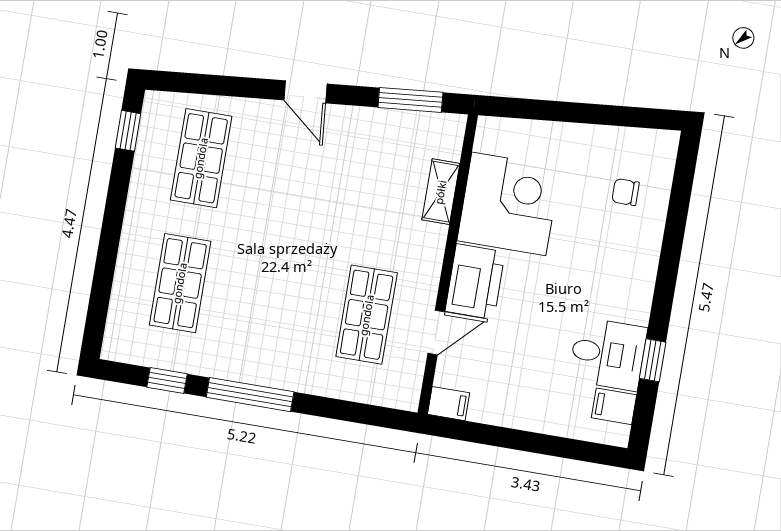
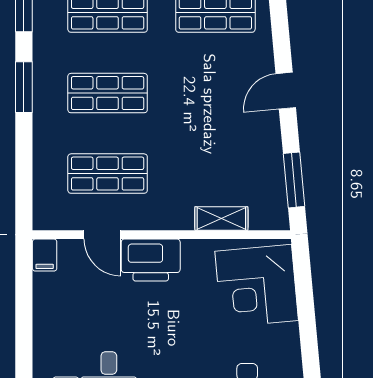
corner desk: (509, 204) -> (257, 286), moved, turned 85
shop shelf: (273, 299) -> (108, 93), added
window: (250, 395) -> (24, 87), width x0.69

